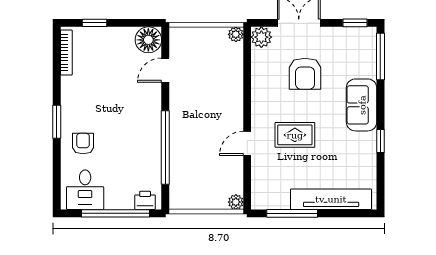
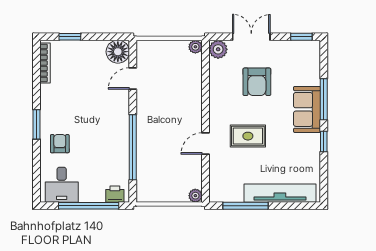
window: (380, 56) -> (324, 99), moved

